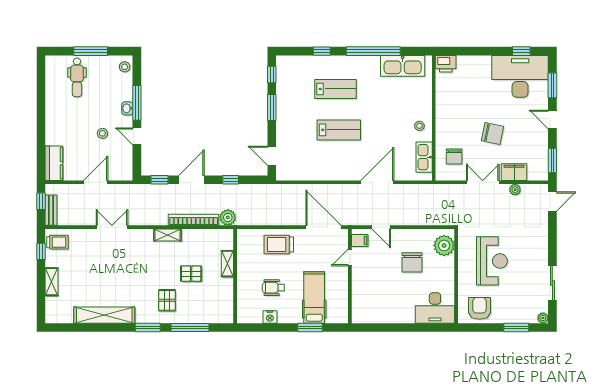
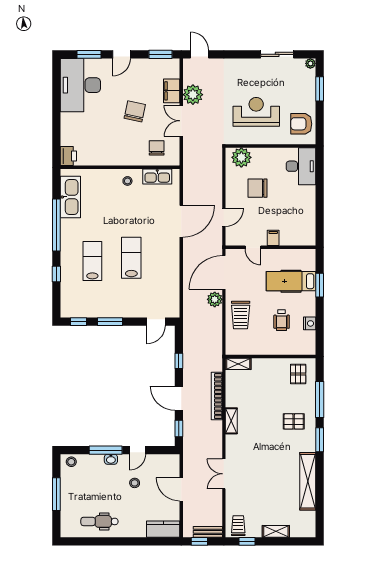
window: (521, 51) -> (56, 84), removed
dental chair: (77, 77) -> (100, 521), moved, turned 180
chair: (454, 156) -> (157, 148), turned -90
door: (377, 182) -> (181, 221), swing flipped
plant: (515, 190) -> (193, 95), width x1.88, depth x1.88
plant: (228, 217) -> (215, 299), moved
filing cabinet: (360, 240) -> (273, 238), moved
chair: (412, 262) -> (258, 188), turned 180
shelving: (227, 264) -> (238, 364), moved
pallet: (191, 274) -> (298, 374), moved

